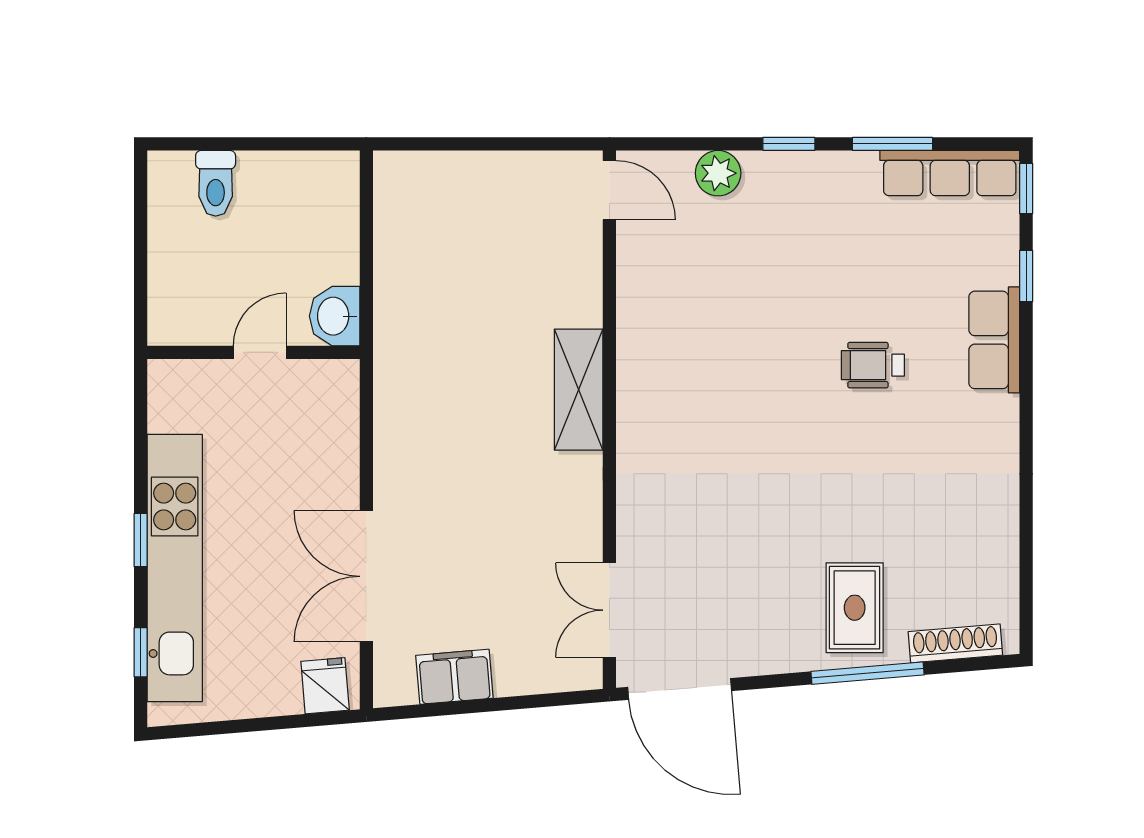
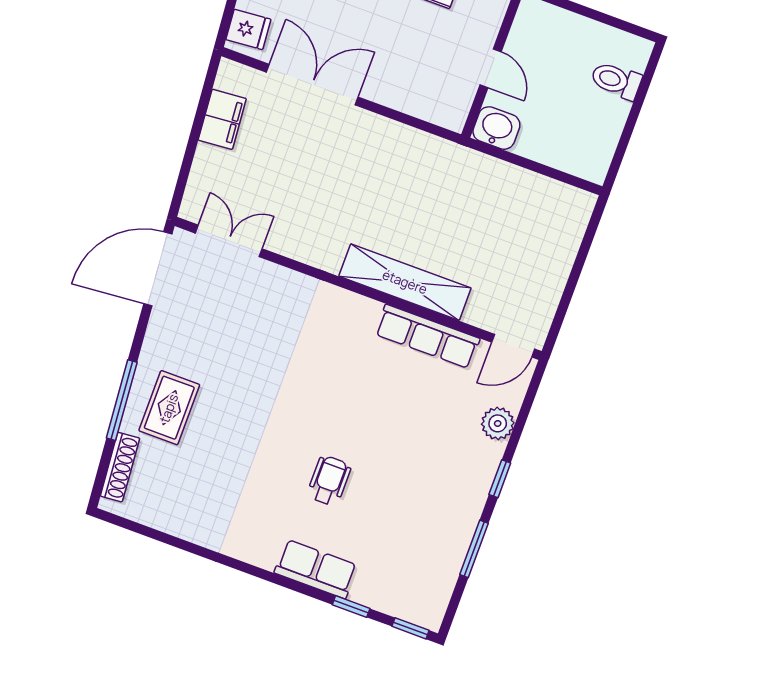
row of seats: (950, 173) -> (427, 336), moved, turned -90
shelving: (579, 390) -> (405, 282), width x1.47
rug: (855, 608) -> (169, 408), turned 90

